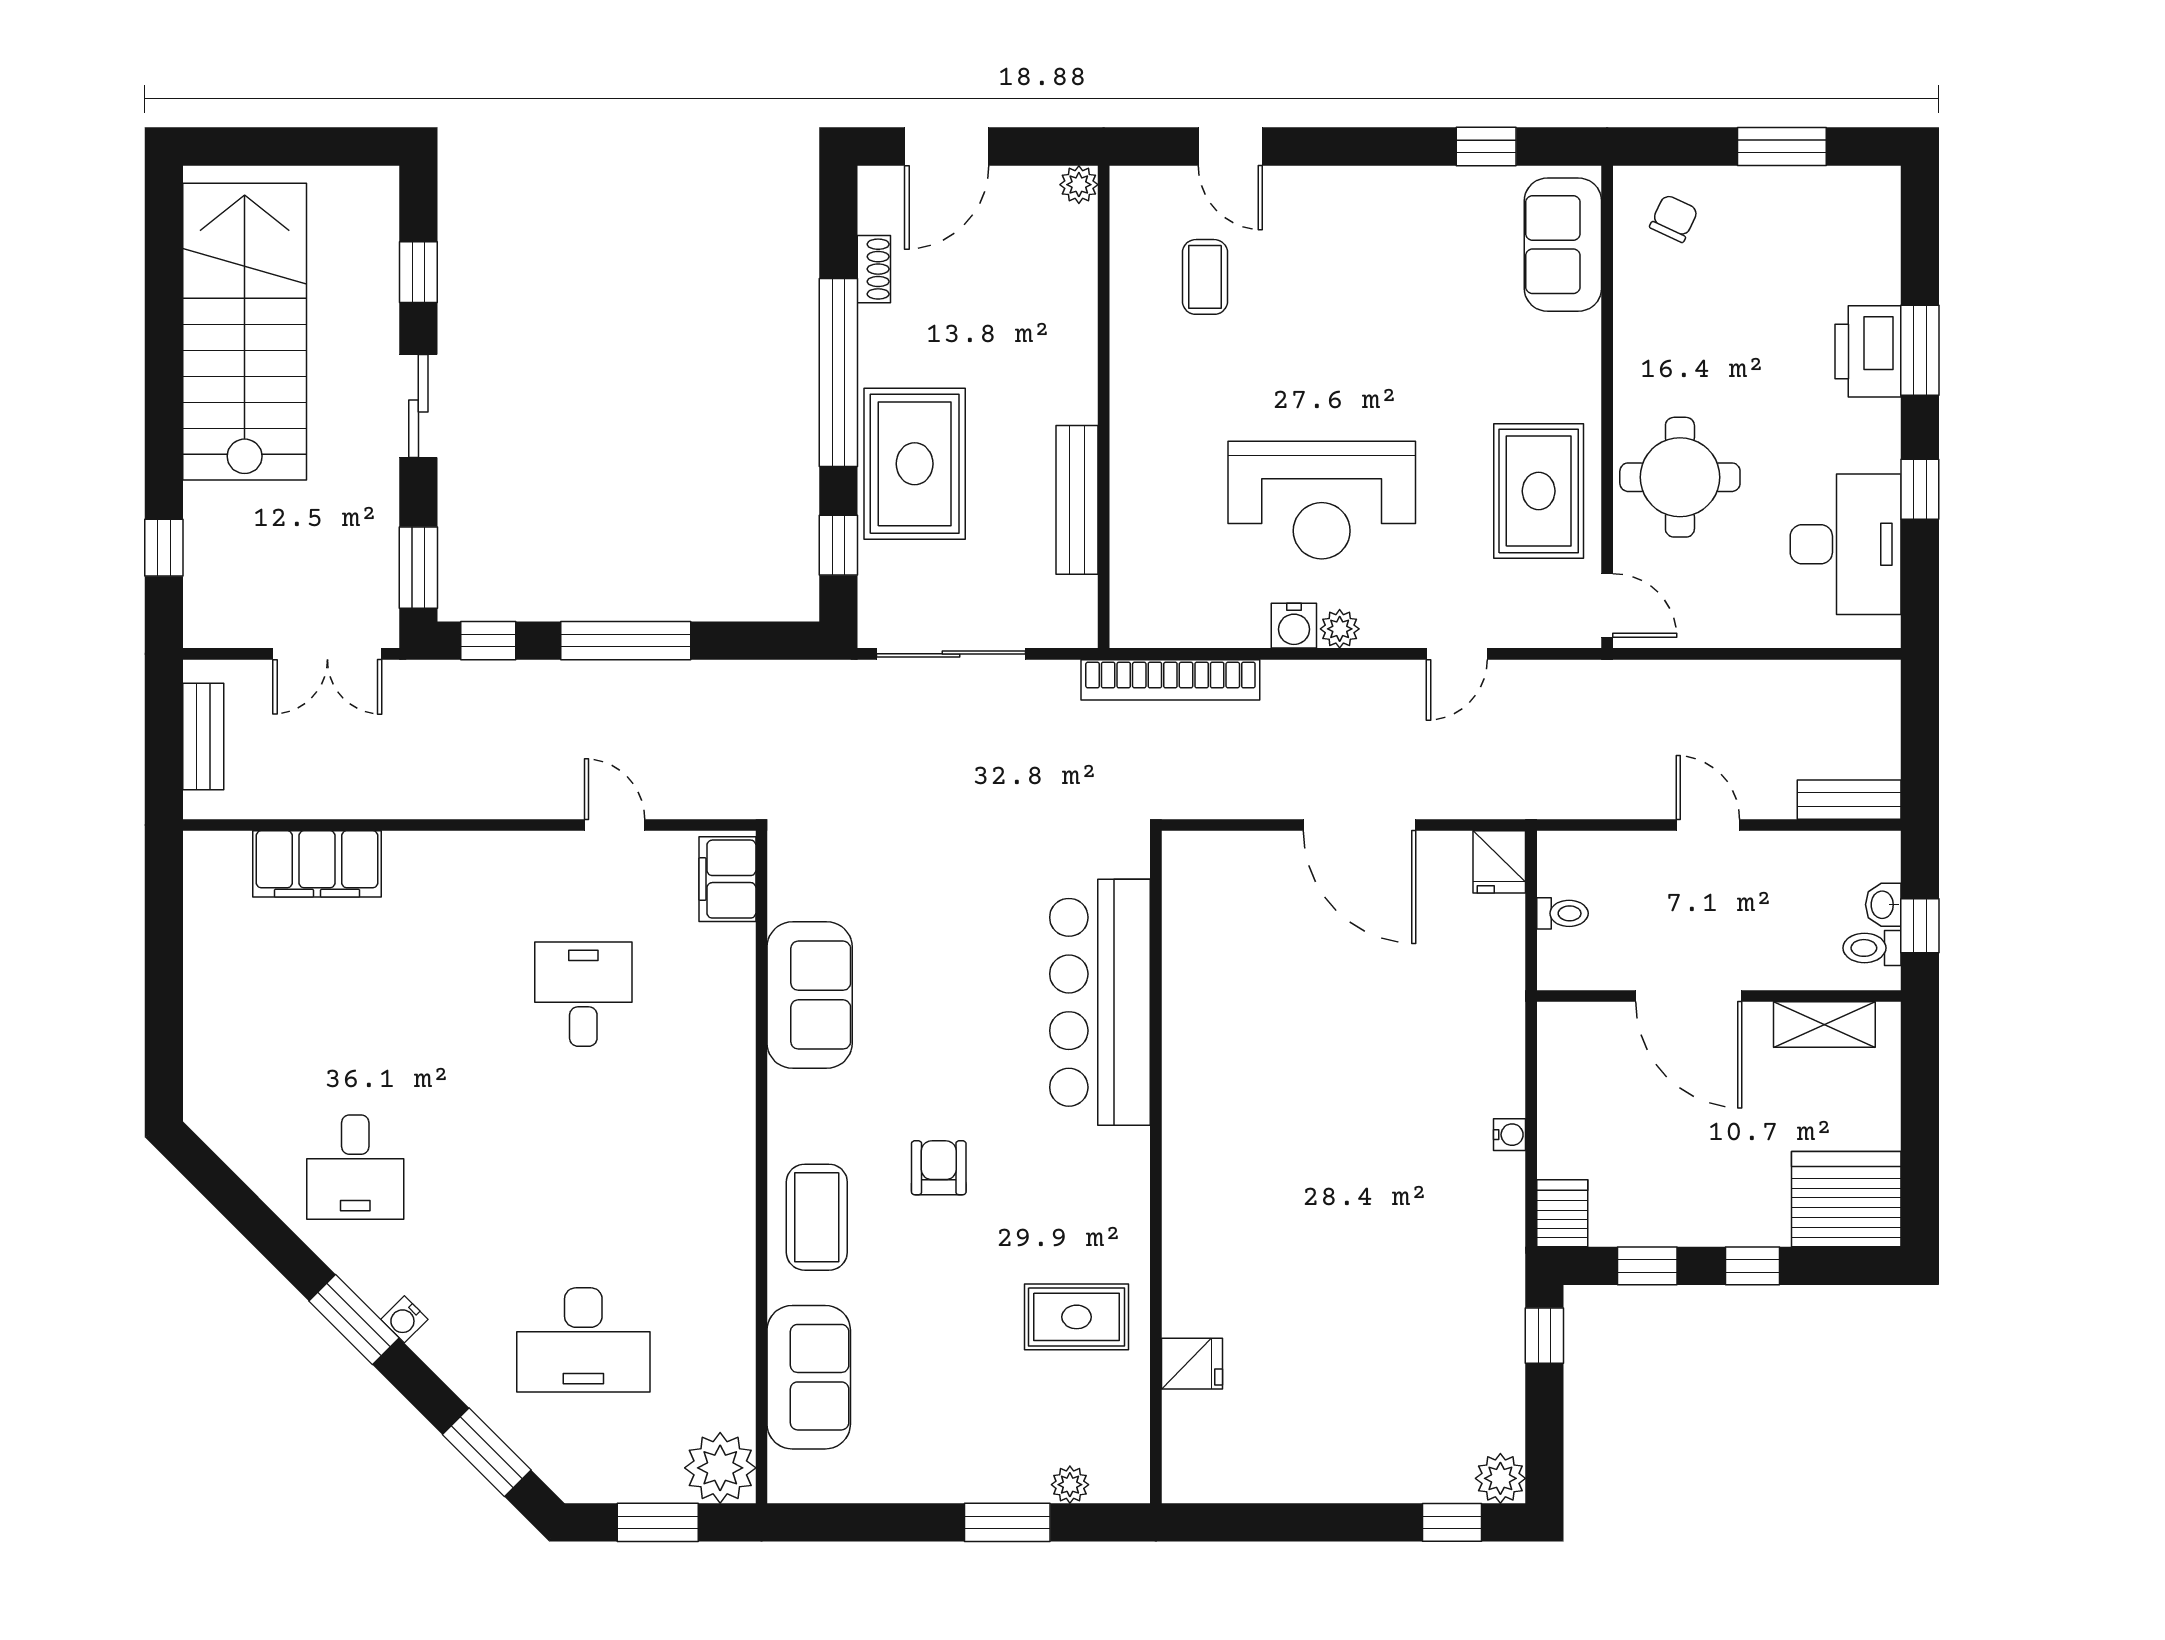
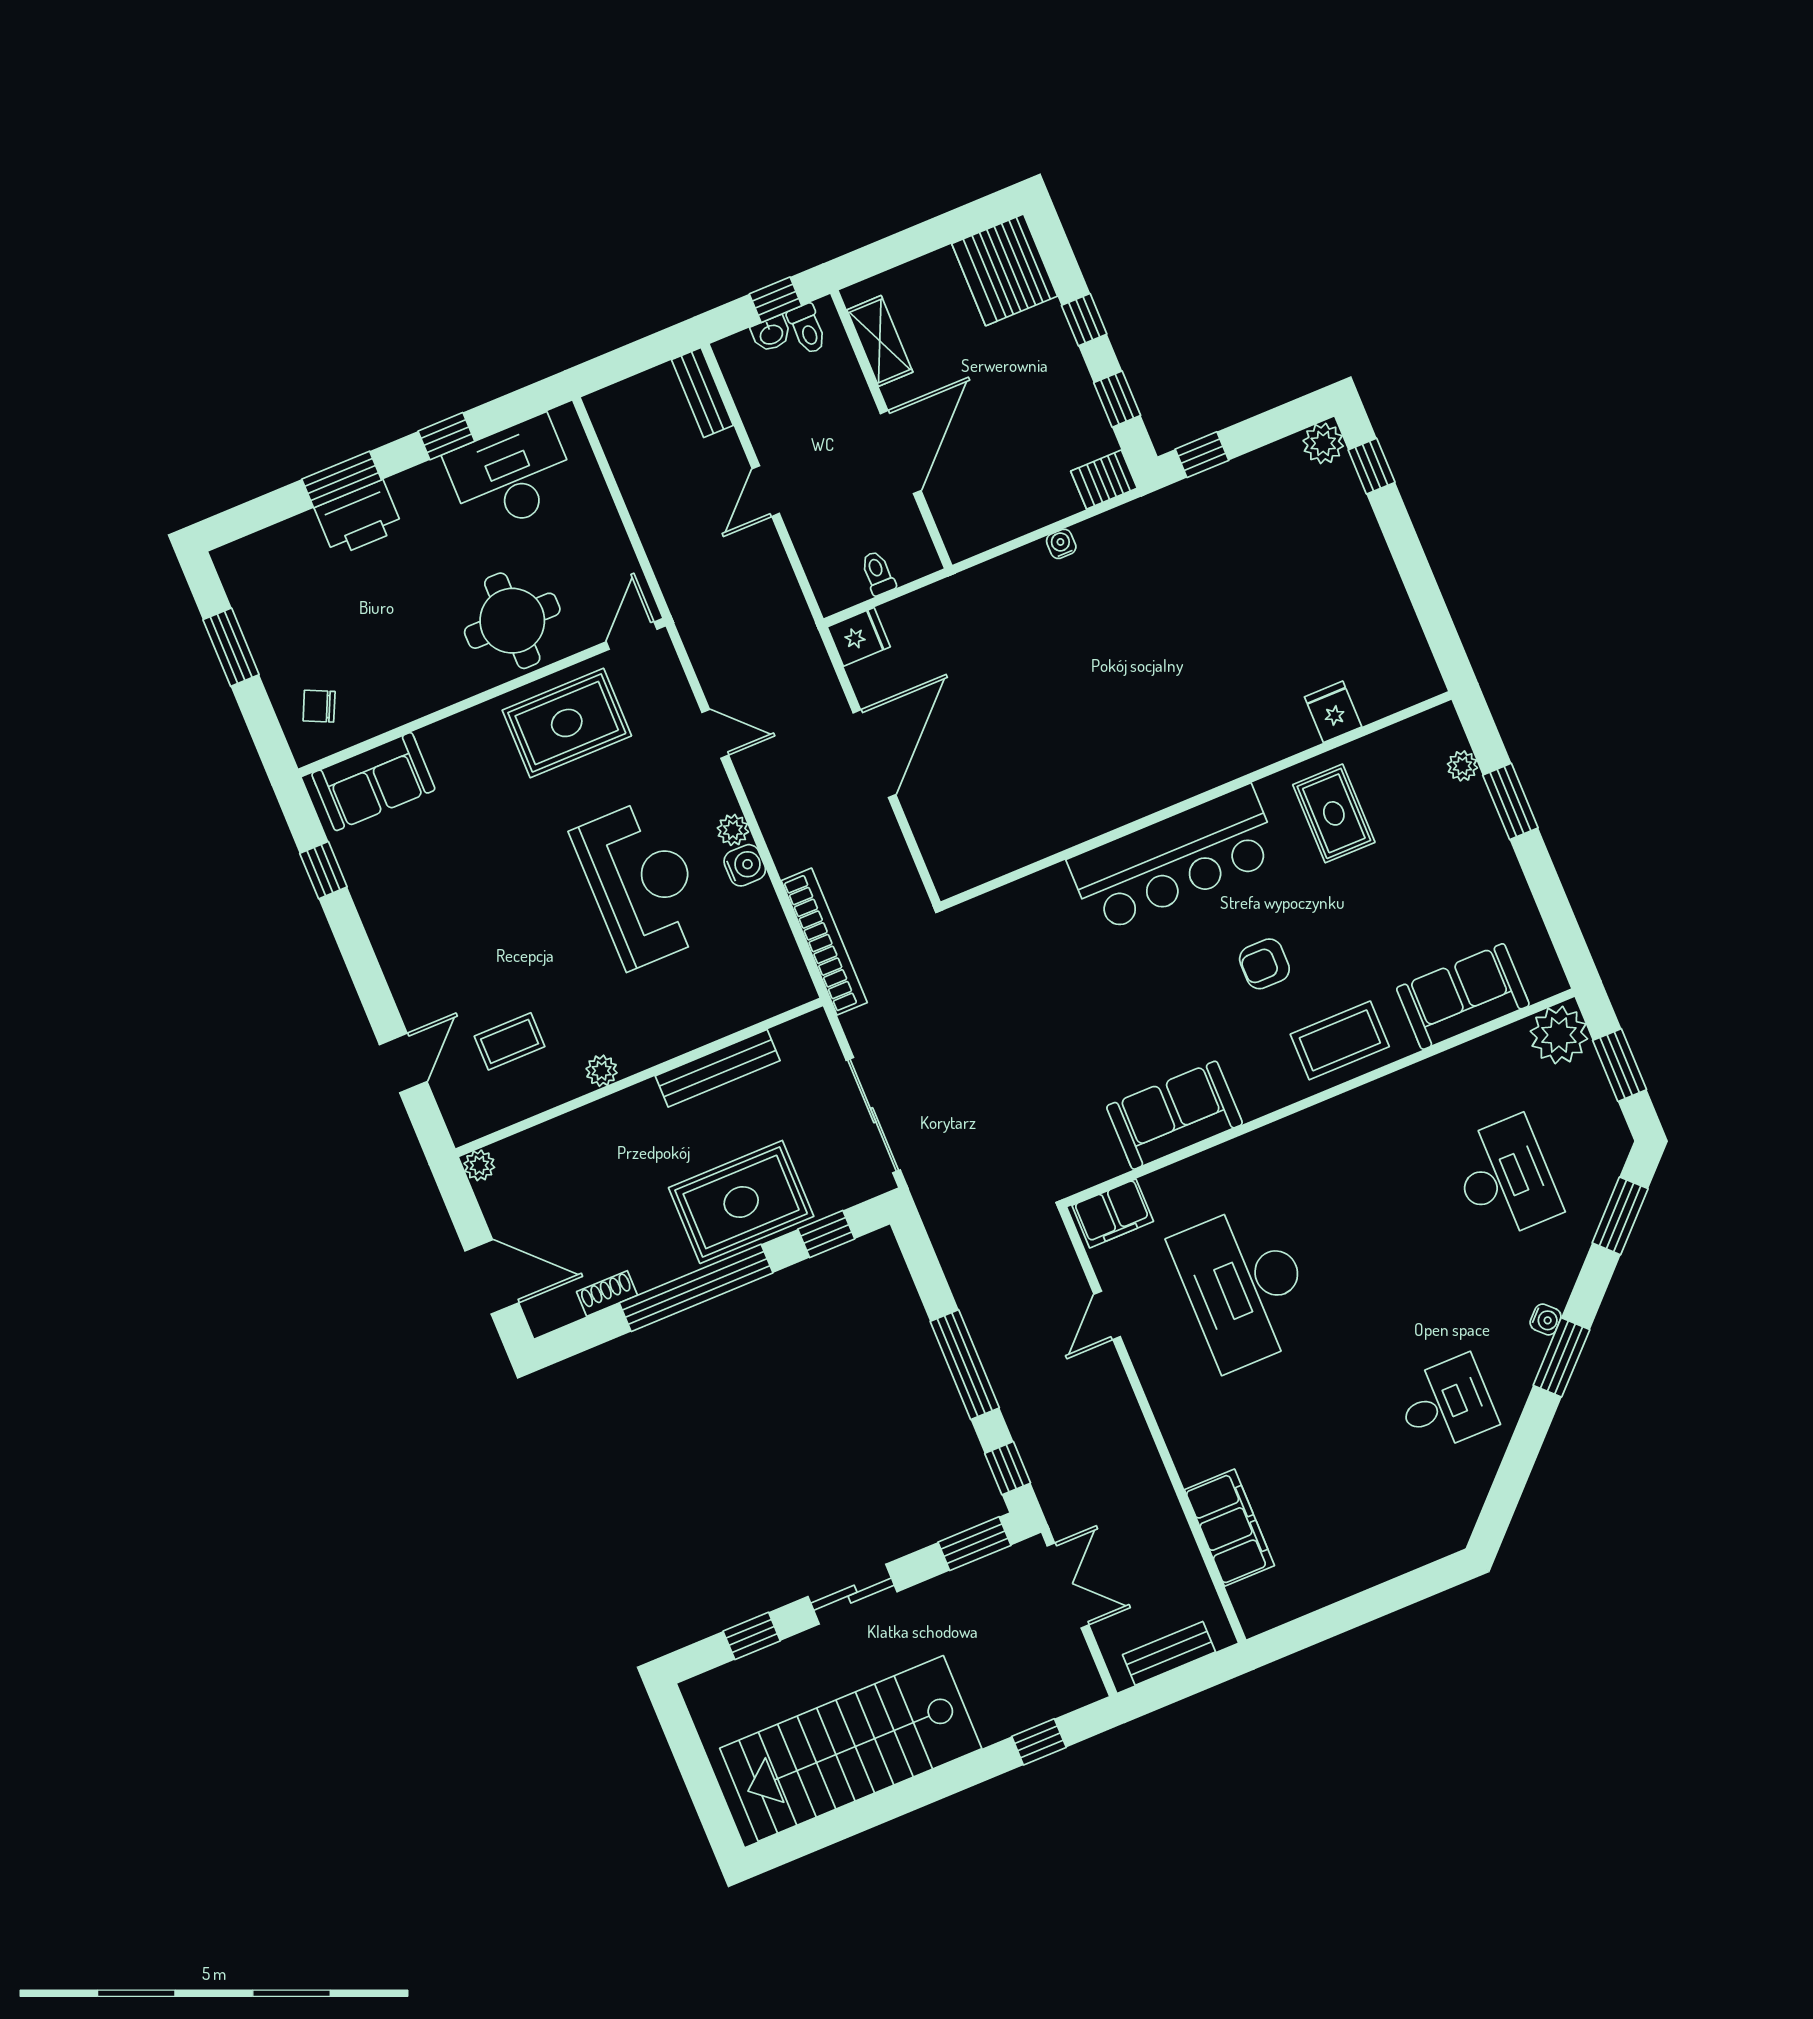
plant: (1129, 367) -> (602, 1071), added
desk: (583, 994) -> (1244, 1286), width x1.87, depth x1.30
bar counter: (1100, 1002) -> (1174, 859), moved

